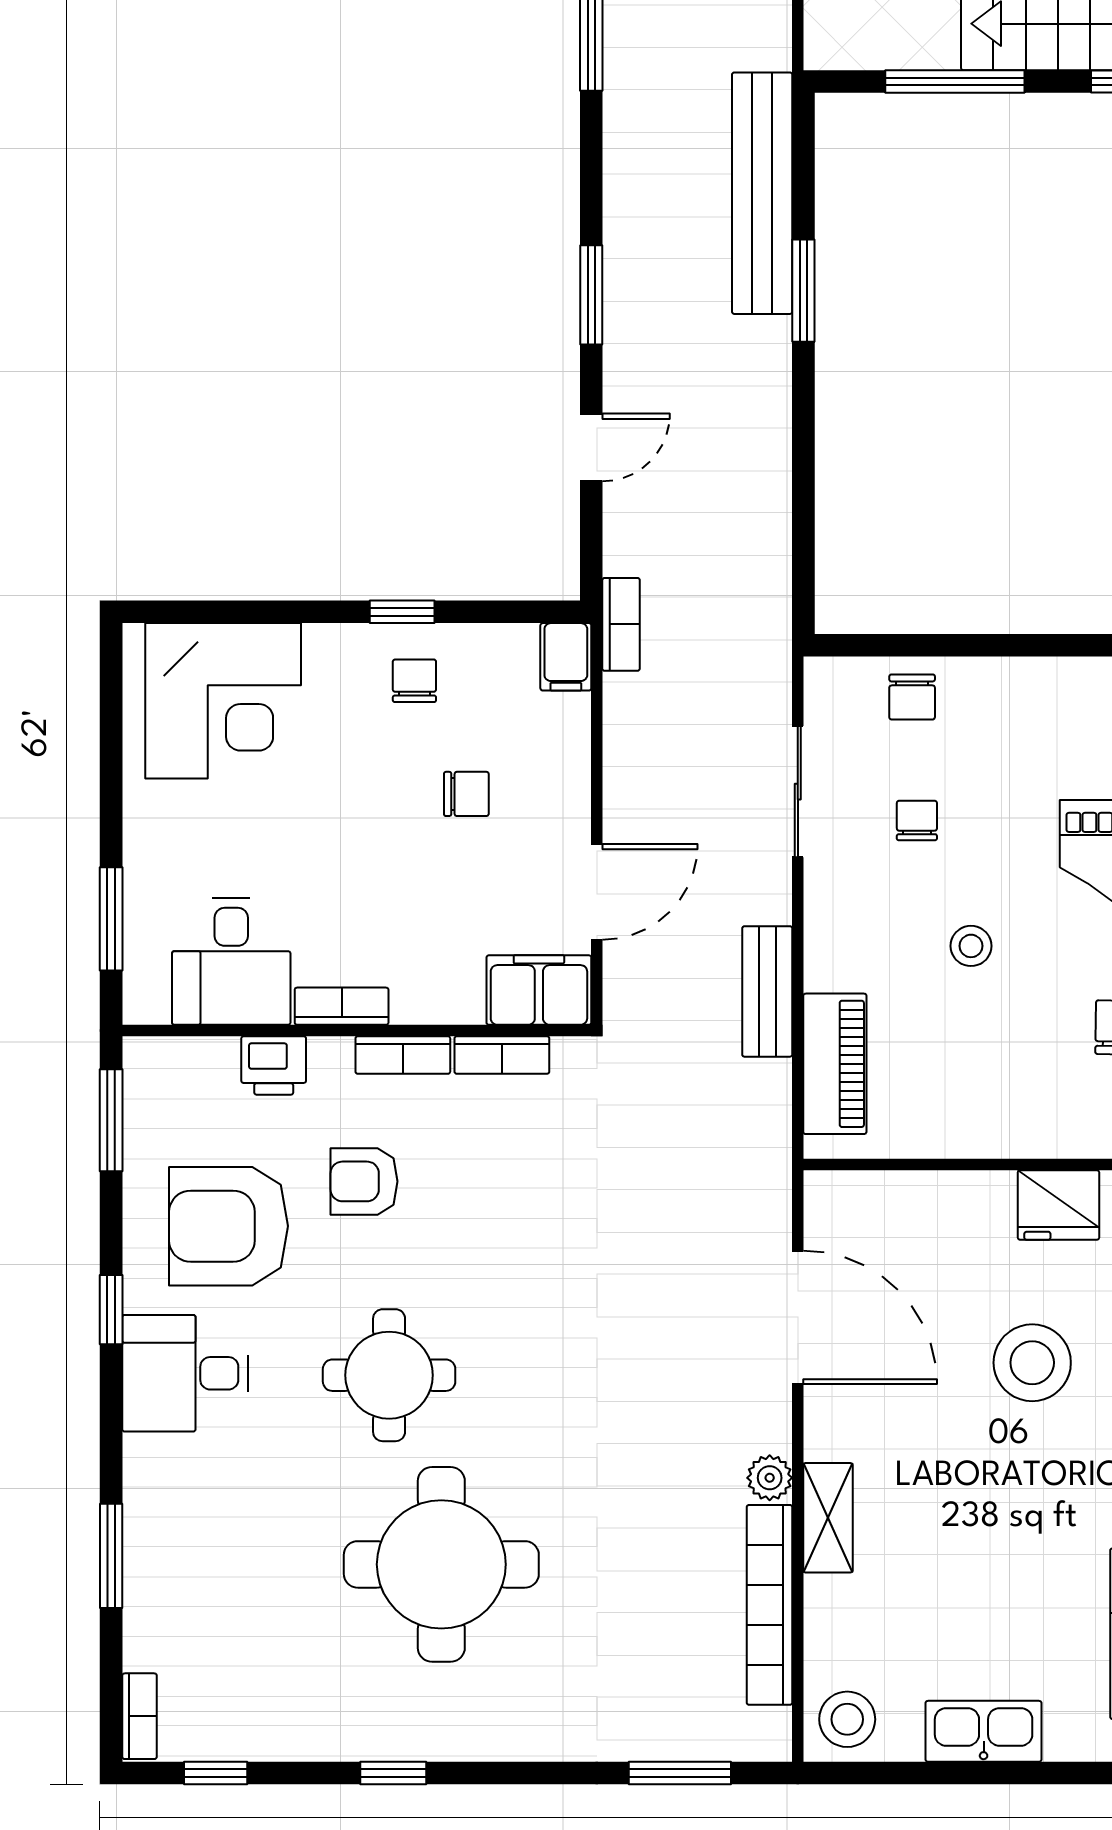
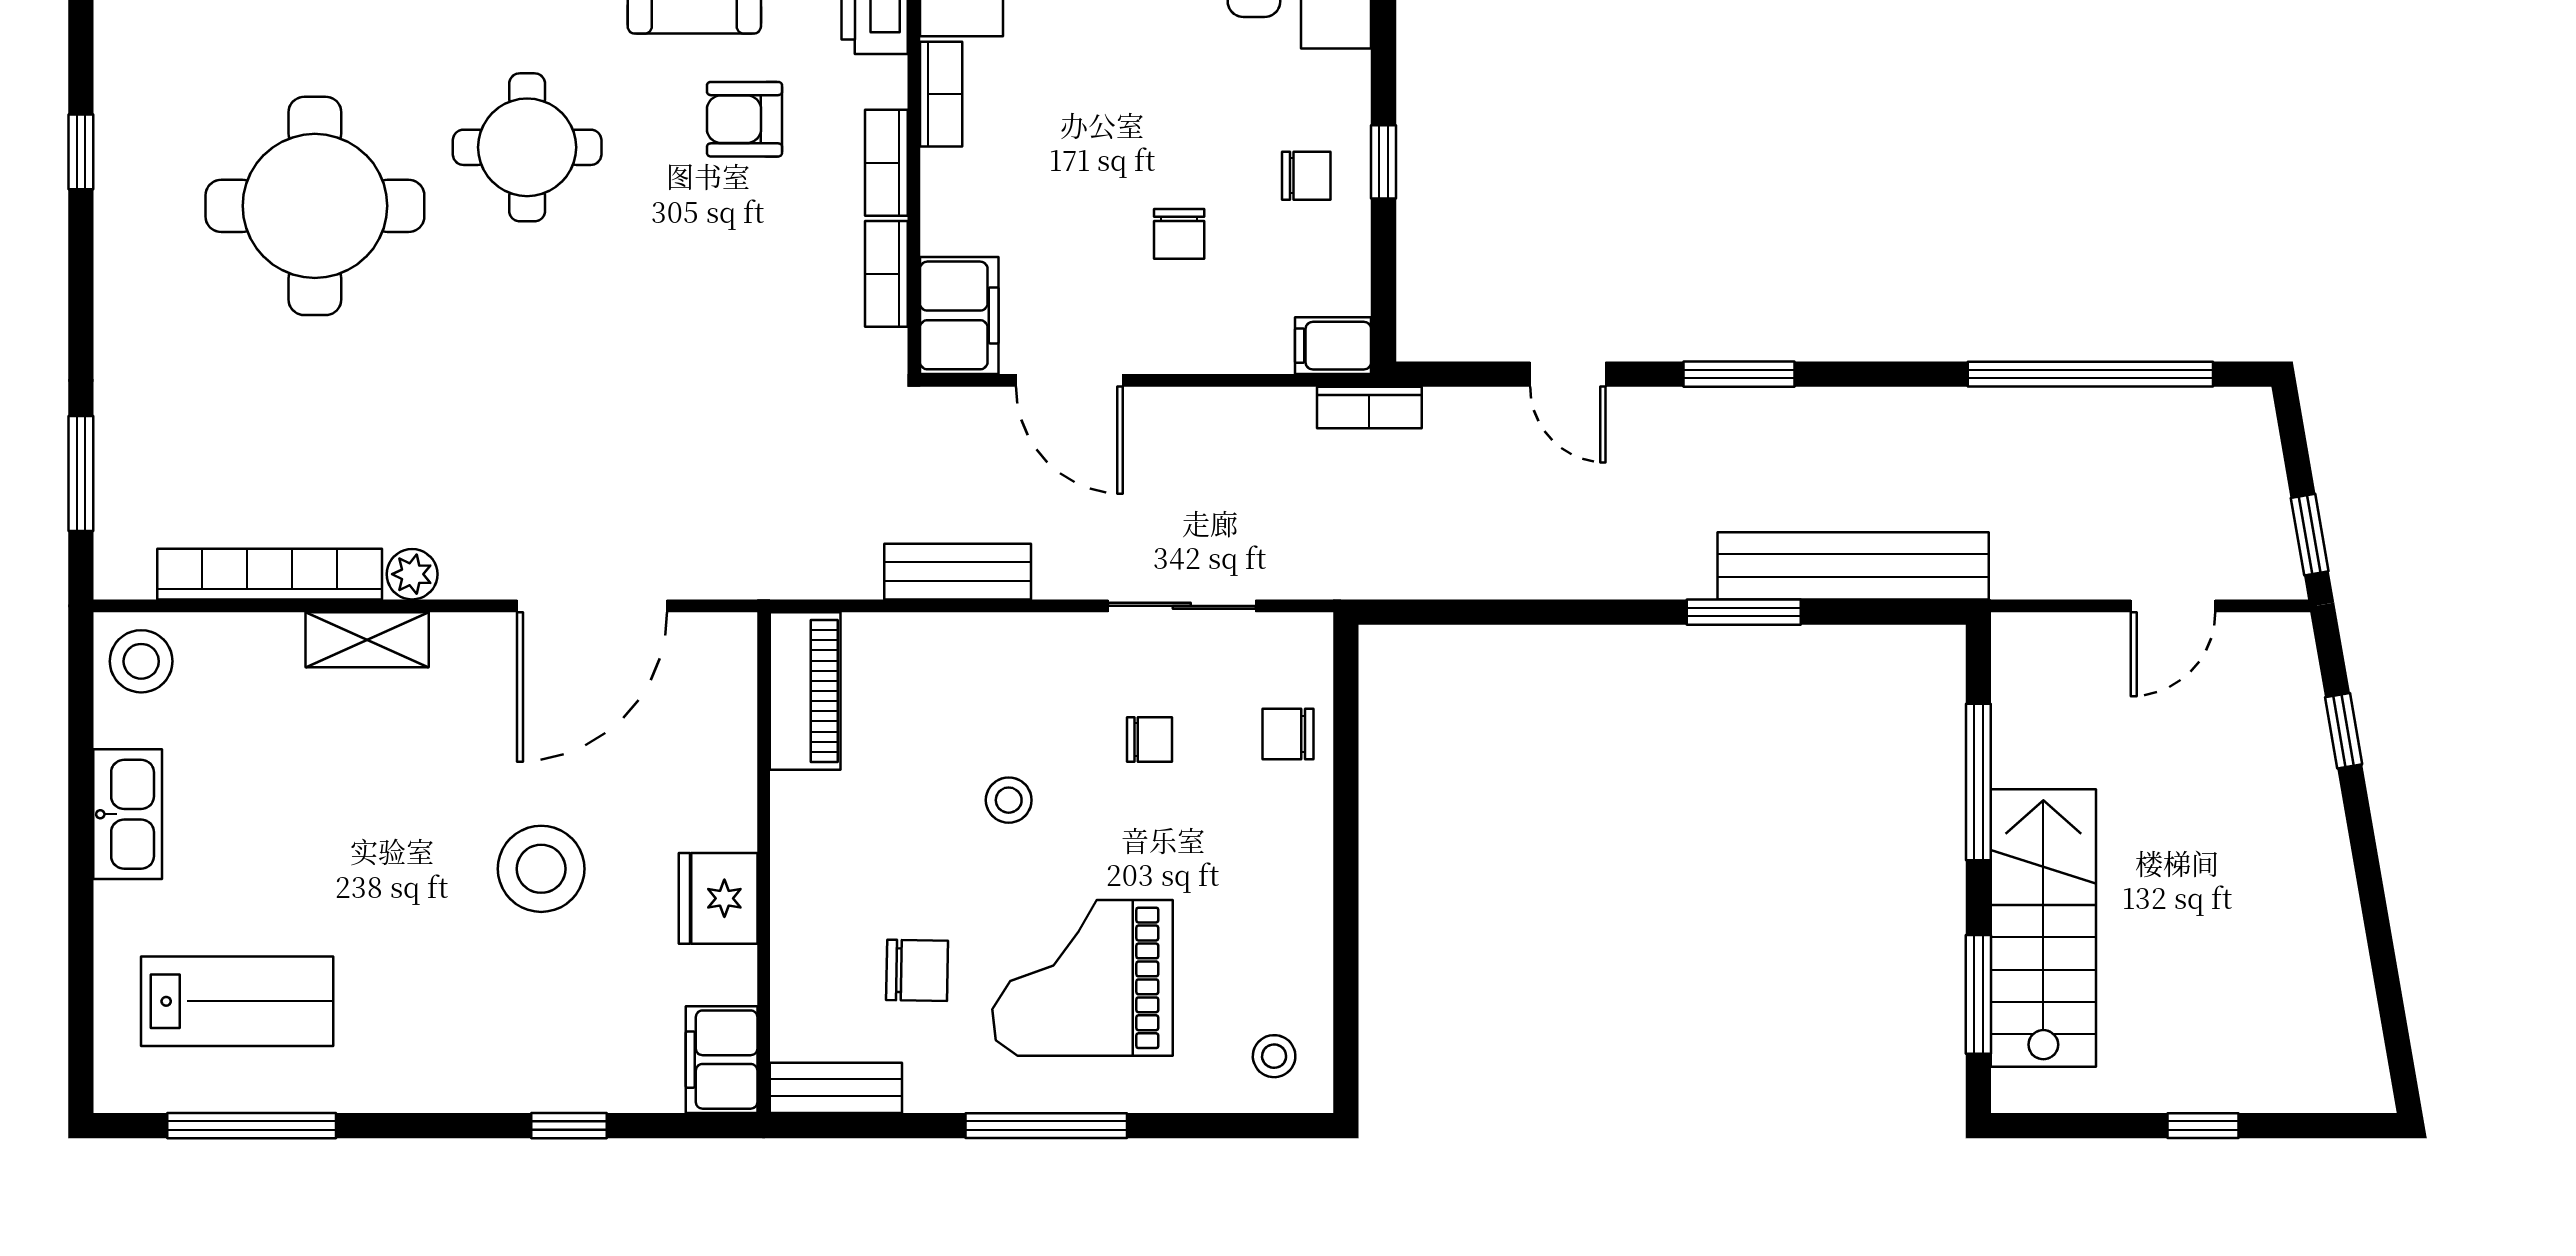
piano: (835, 1064) -> (805, 691), moved, turned -90
armchair: (364, 1181) -> (744, 119), turned -90

